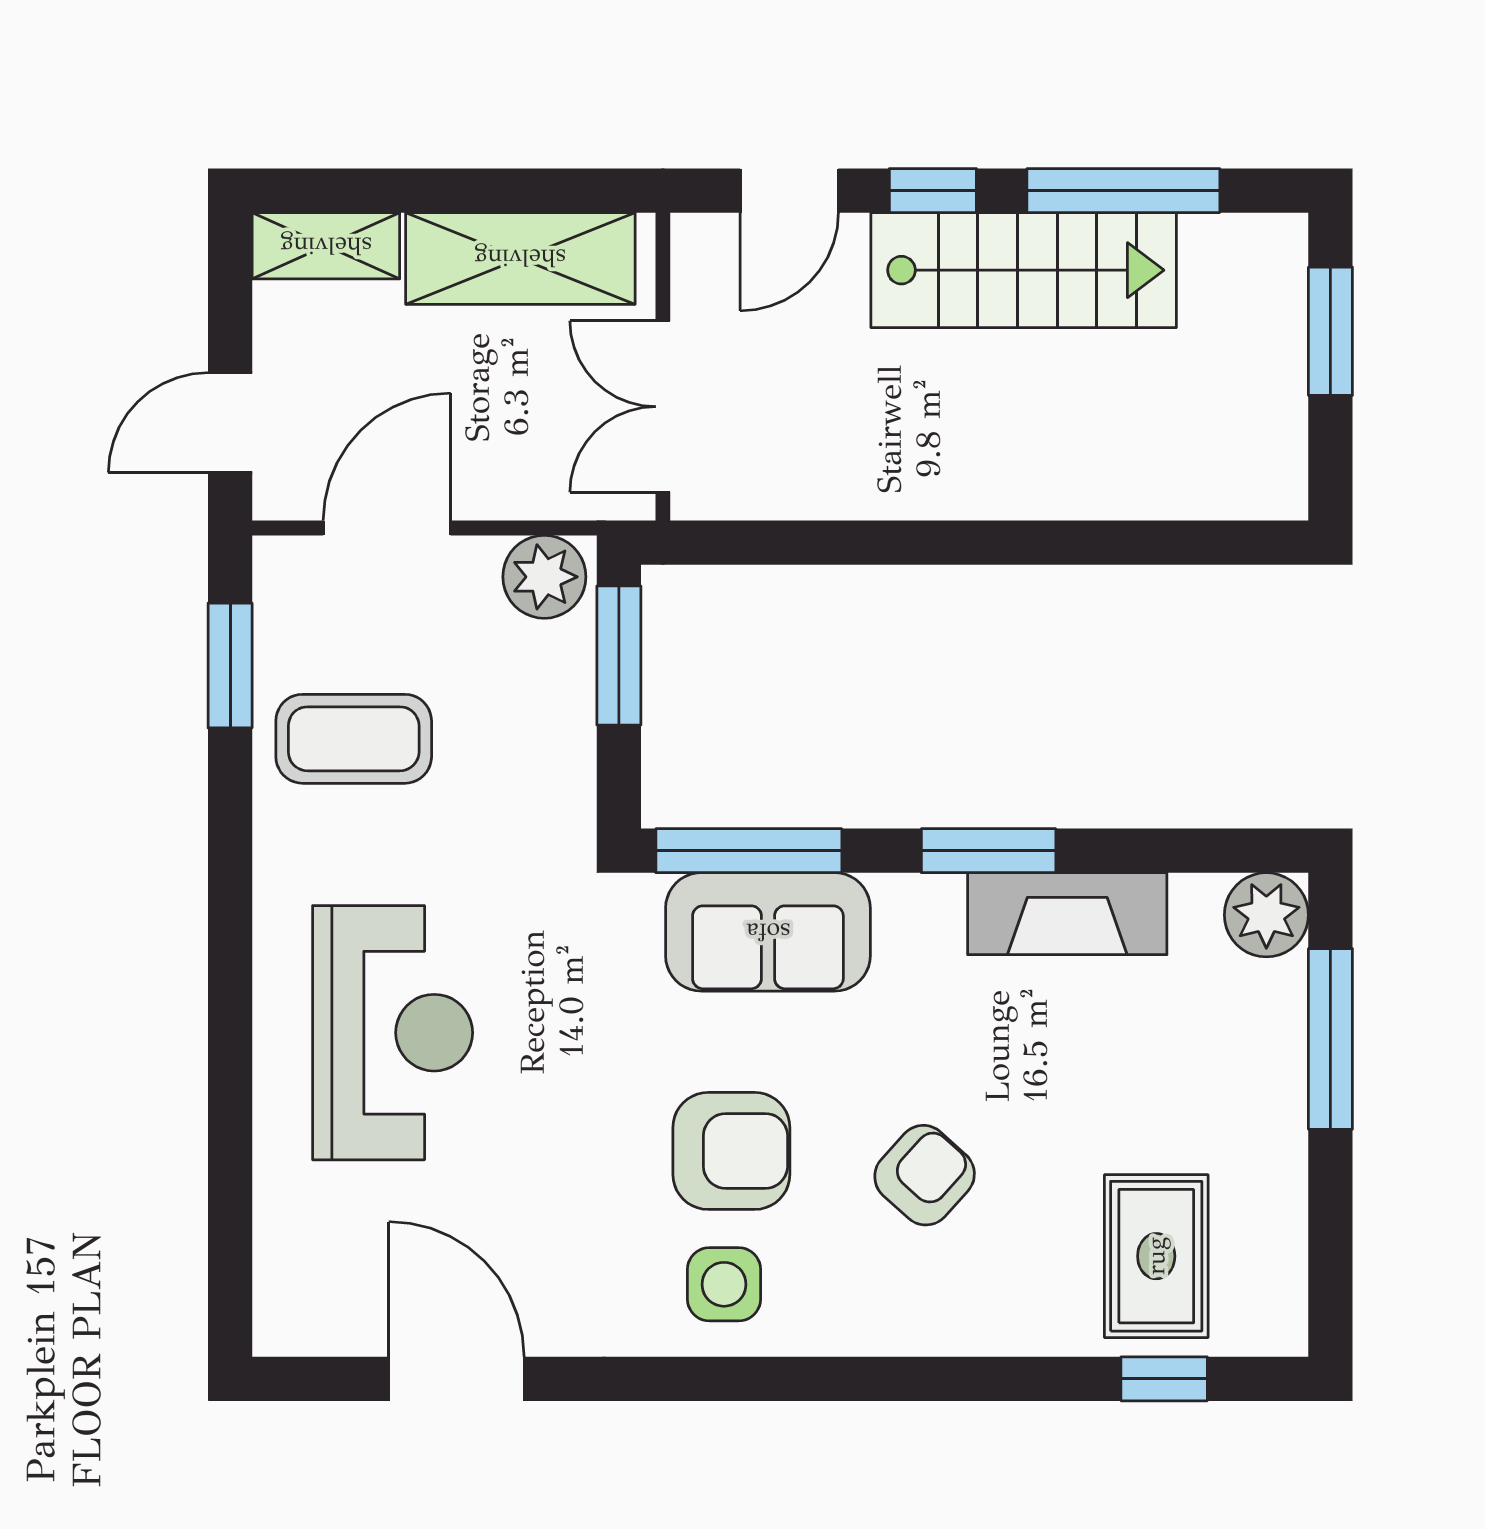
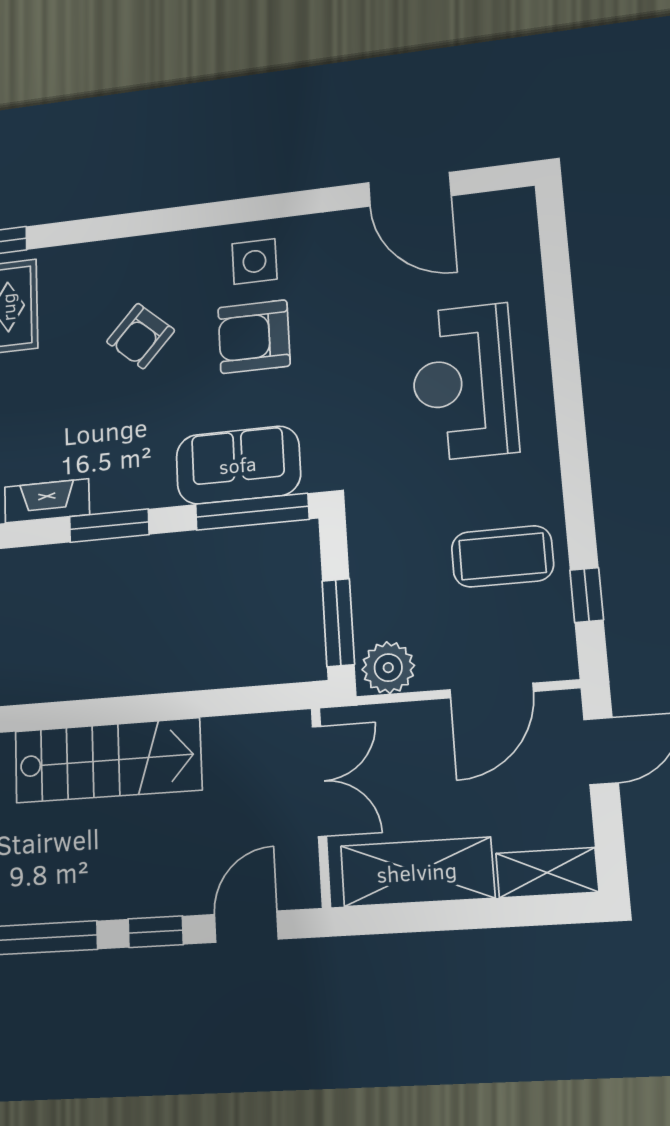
stairs: (1024, 270) -> (108, 760), moved, turned 180
window: (230, 666) -> (587, 595), width x0.67
fireplace: (1067, 914) -> (47, 501), width x0.73, depth x0.76

